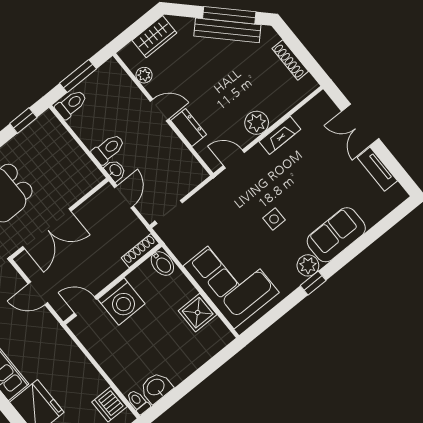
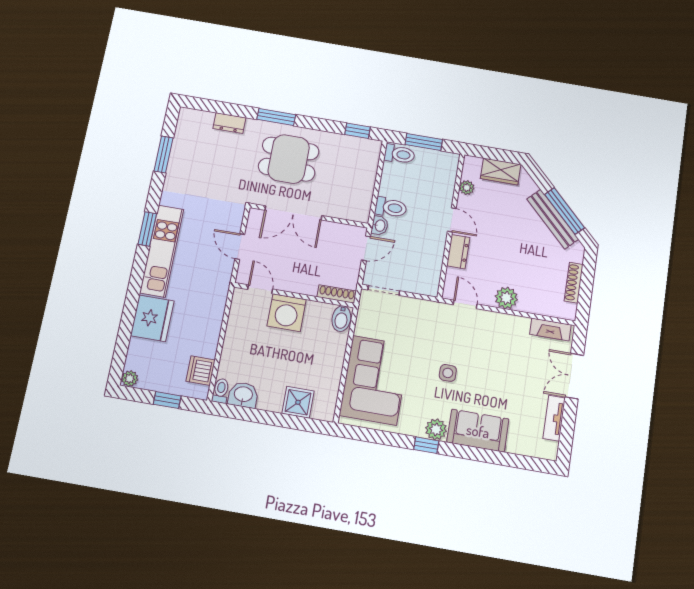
fireplace: (280, 135) -> (550, 329), moved
shower: (198, 313) -> (298, 402), moved

